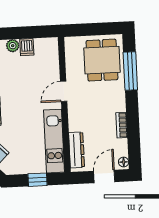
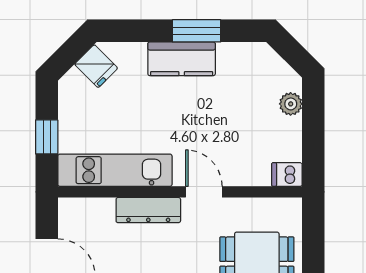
dishwasher: (27, 47) -> (287, 174), moved
dresser: (77, 150) -> (148, 210), moved

